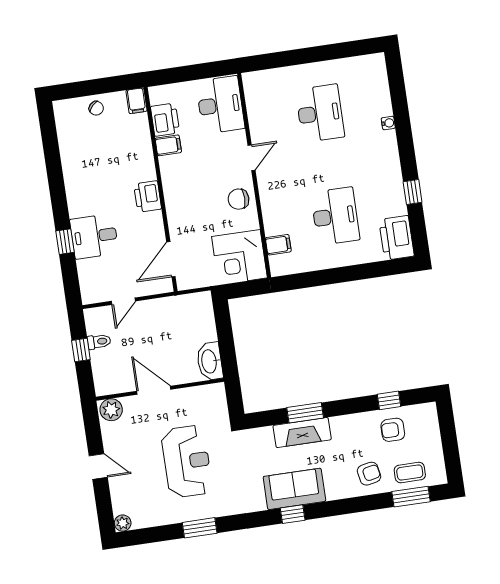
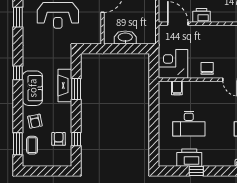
printer: (148, 196) -> (202, 15), moved
printer: (396, 238) -> (189, 158), moved
washbasin: (210, 361) -> (125, 37), moved
sofa: (294, 489) -> (32, 88), moved

